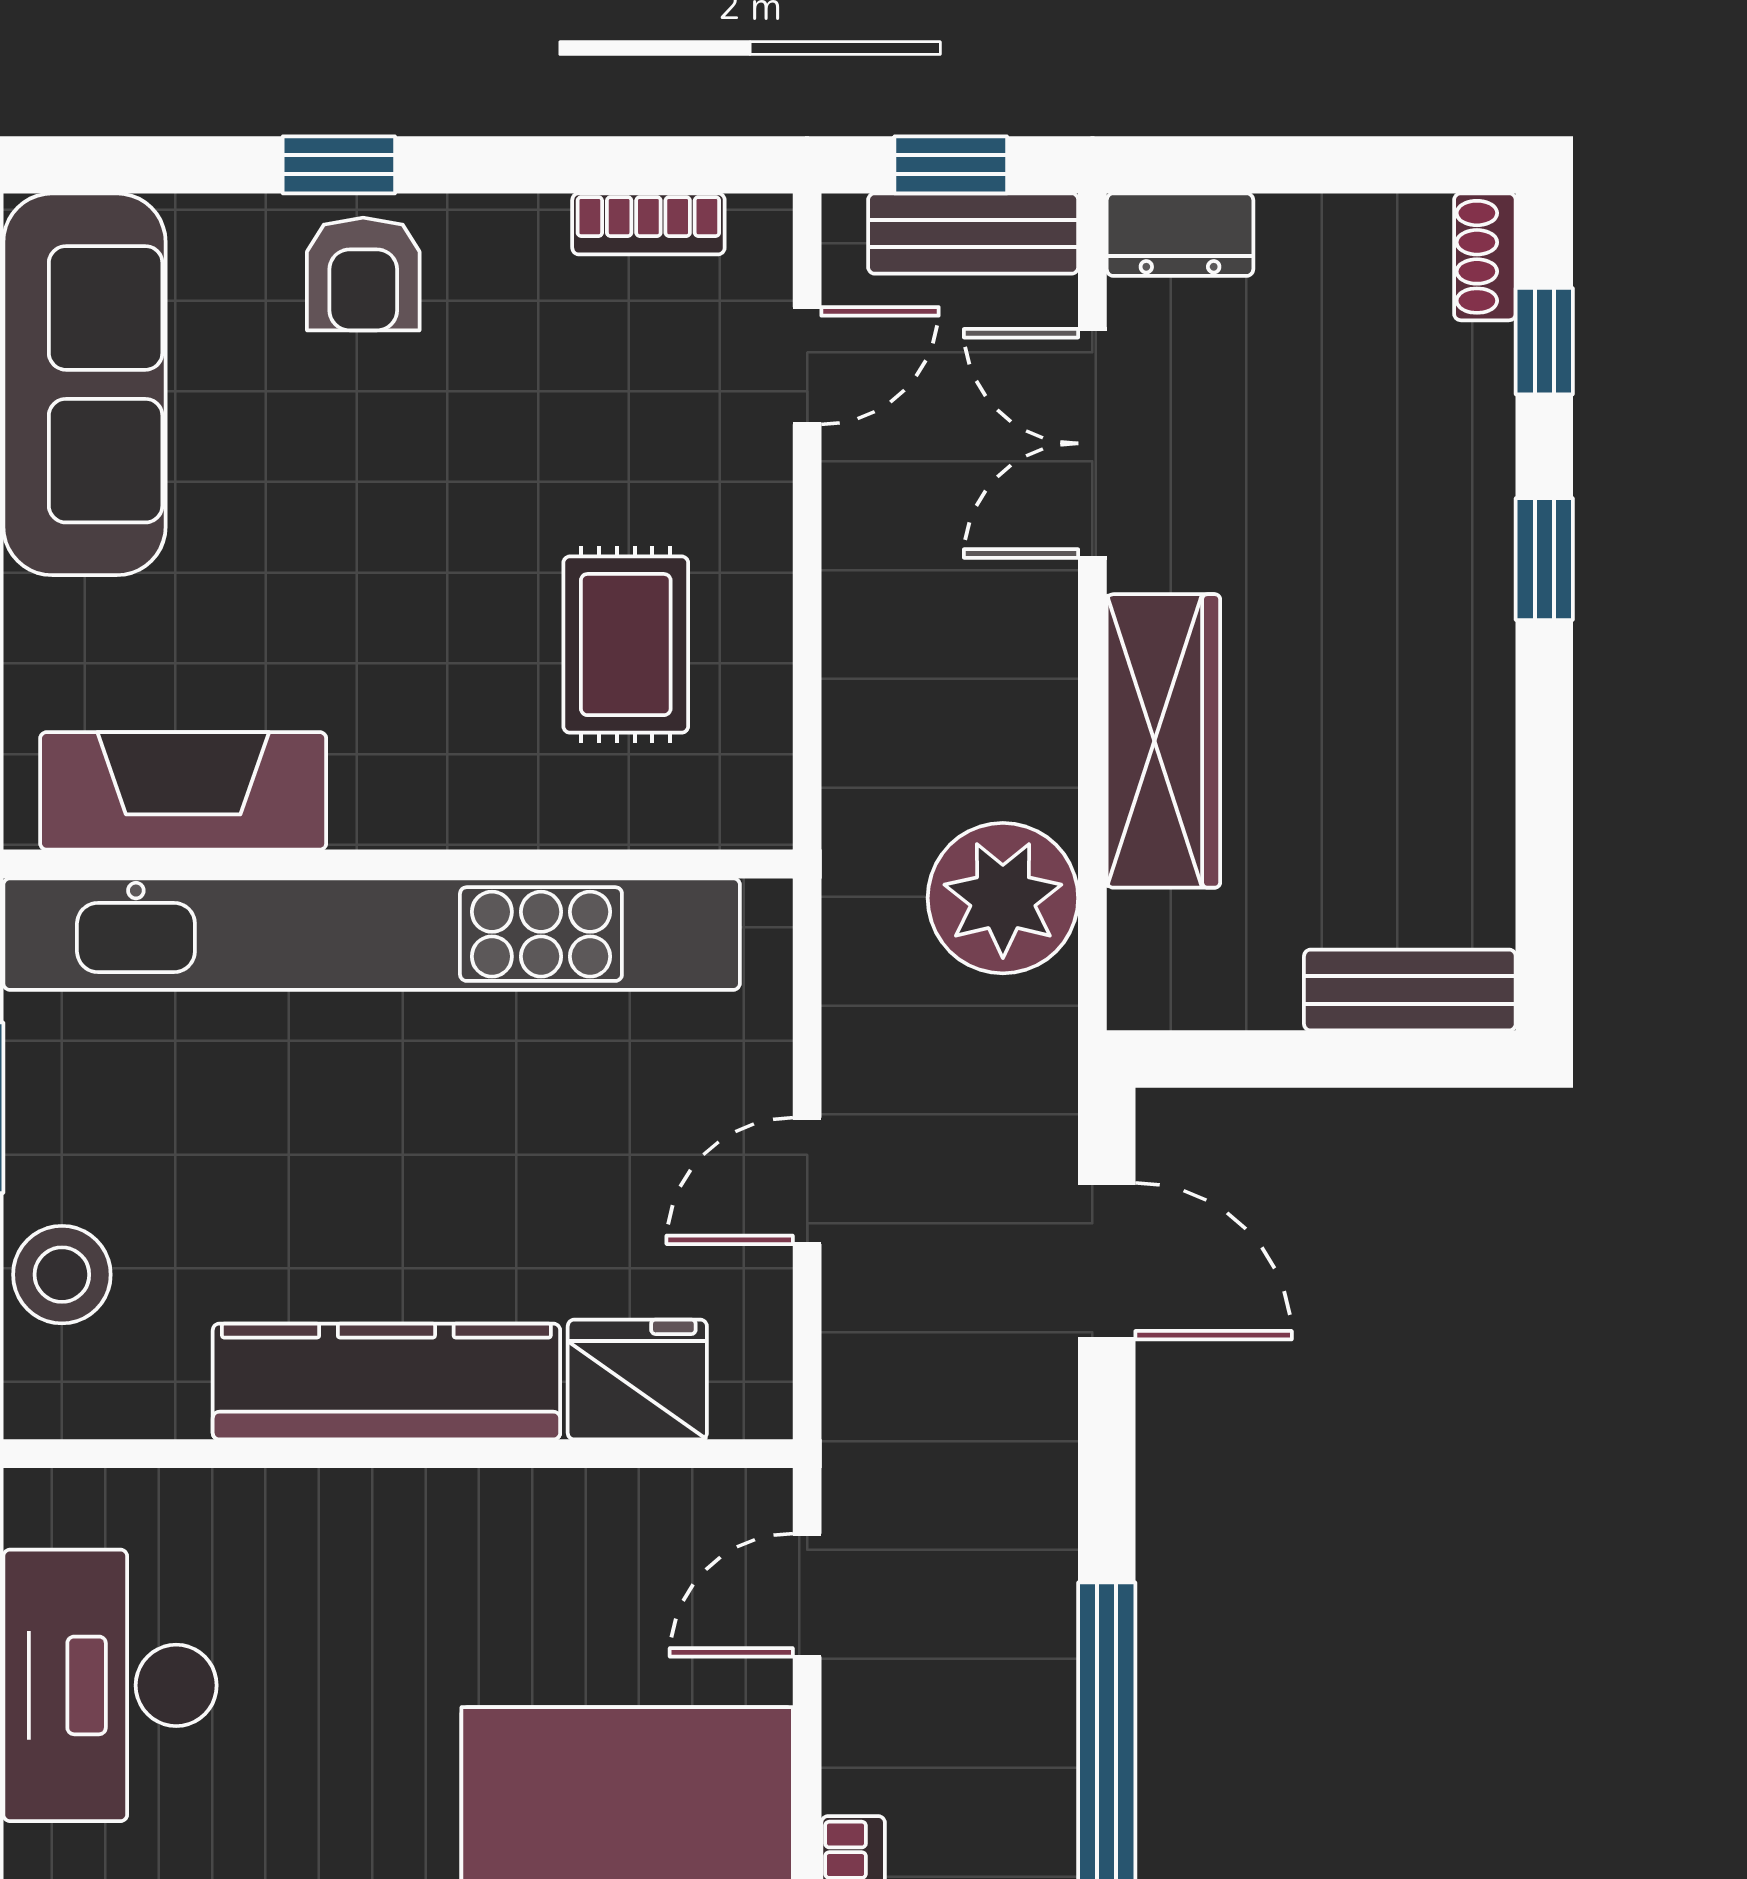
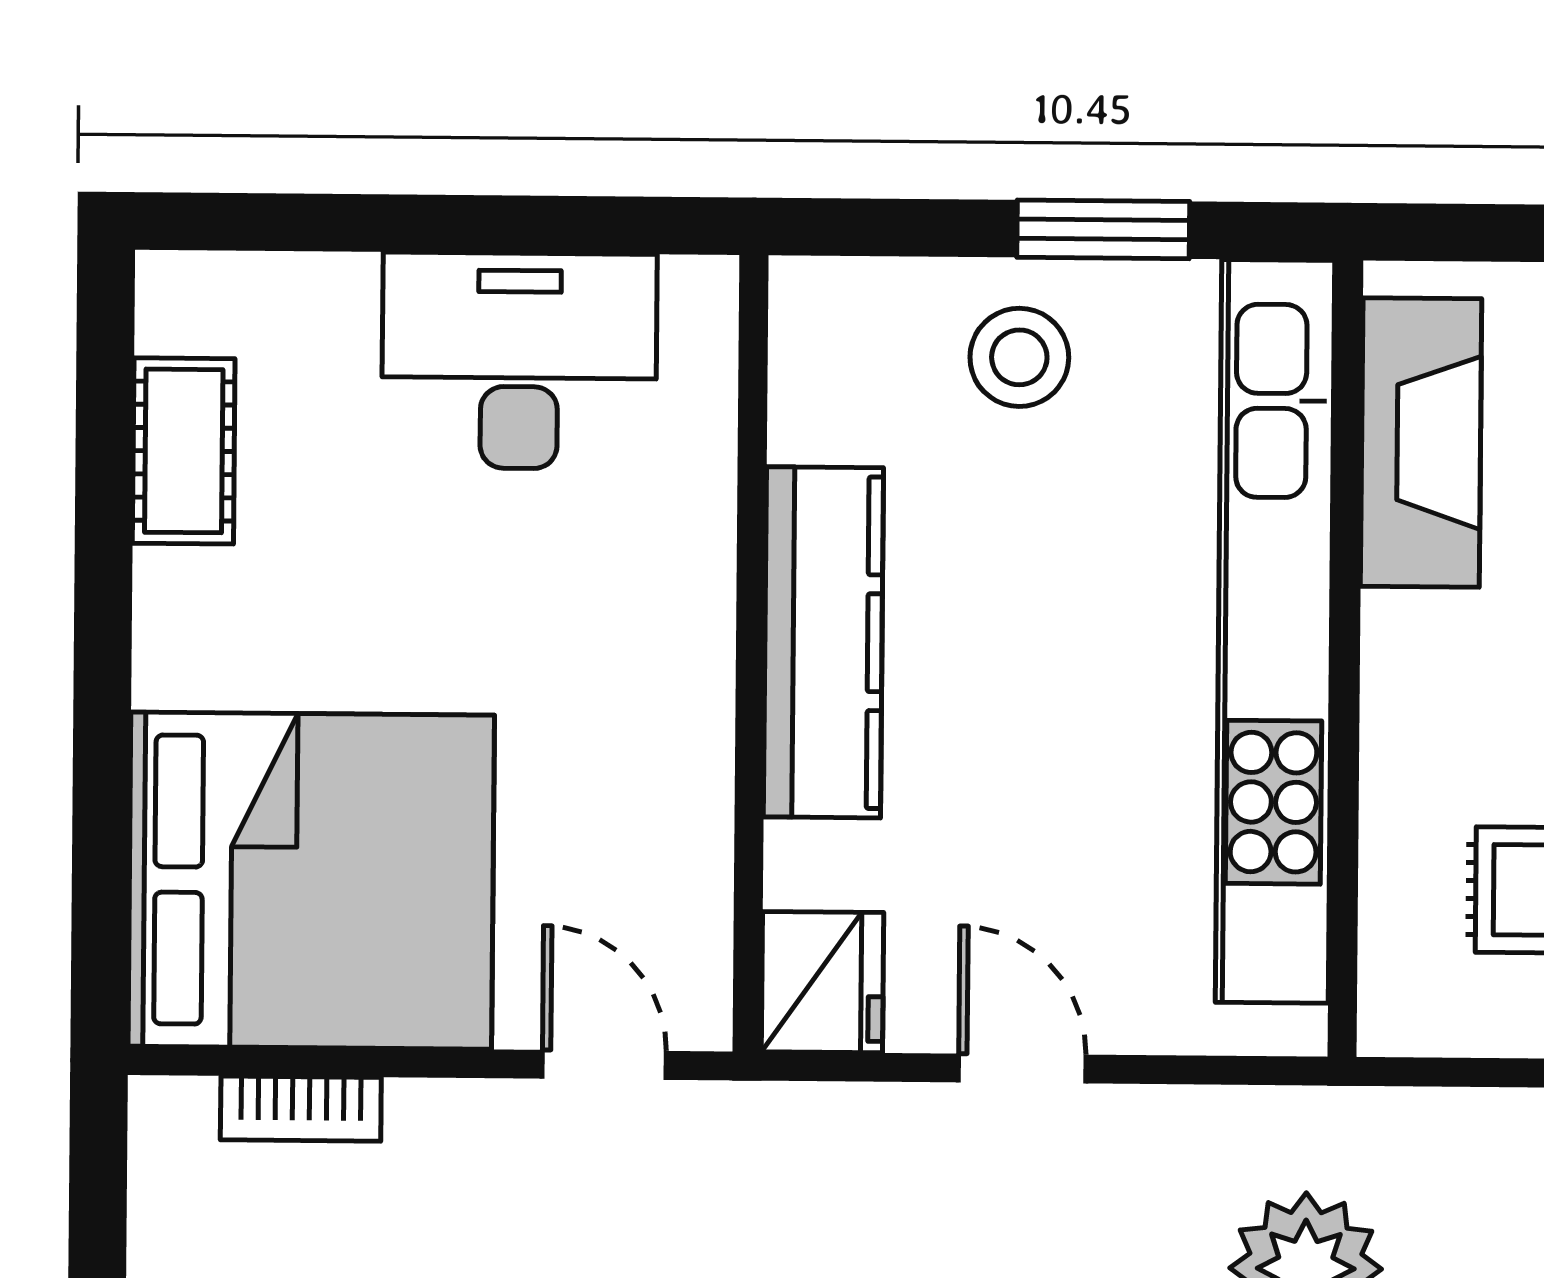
stool: (62, 1275) -> (1019, 357), moved
fridge: (637, 1380) -> (822, 982), moved

